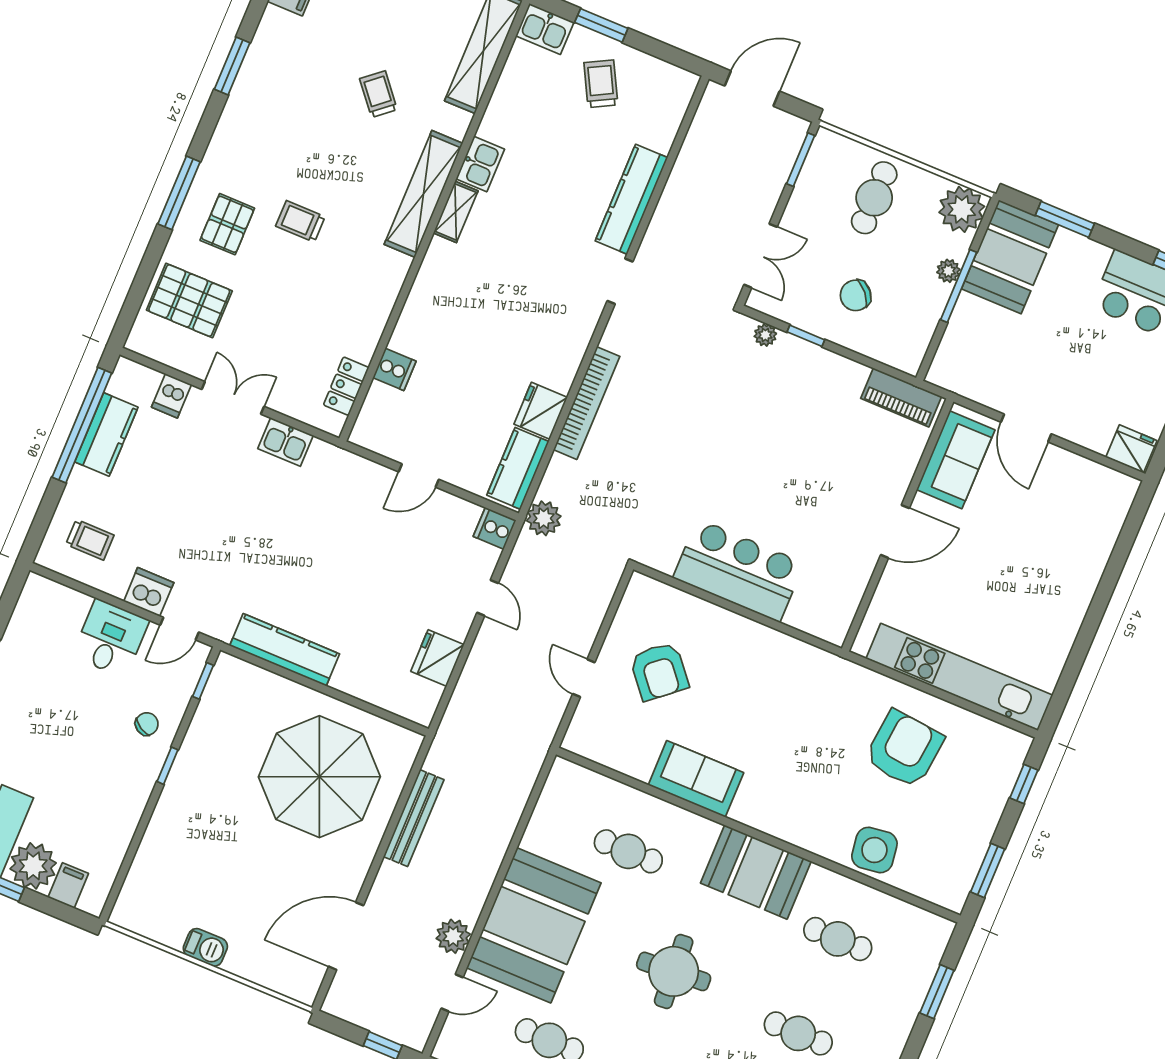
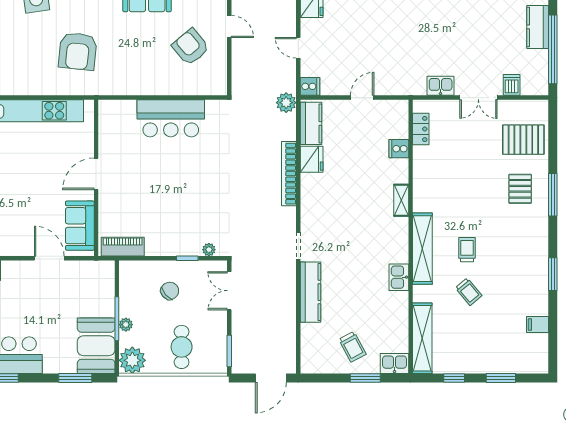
shelving: (456, 212) -> (401, 200), moved
trolley: (300, 221) -> (467, 250), moved, turned -90
kitchen counter: (106, 434) -> (538, 27), moved
armchair: (904, 749) -> (78, 51), moved

